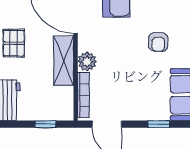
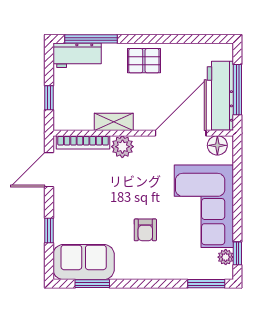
armchair: (158, 42) -> (145, 230), turned -90
shelving: (64, 61) -> (114, 122), width x0.67, depth x0.75

